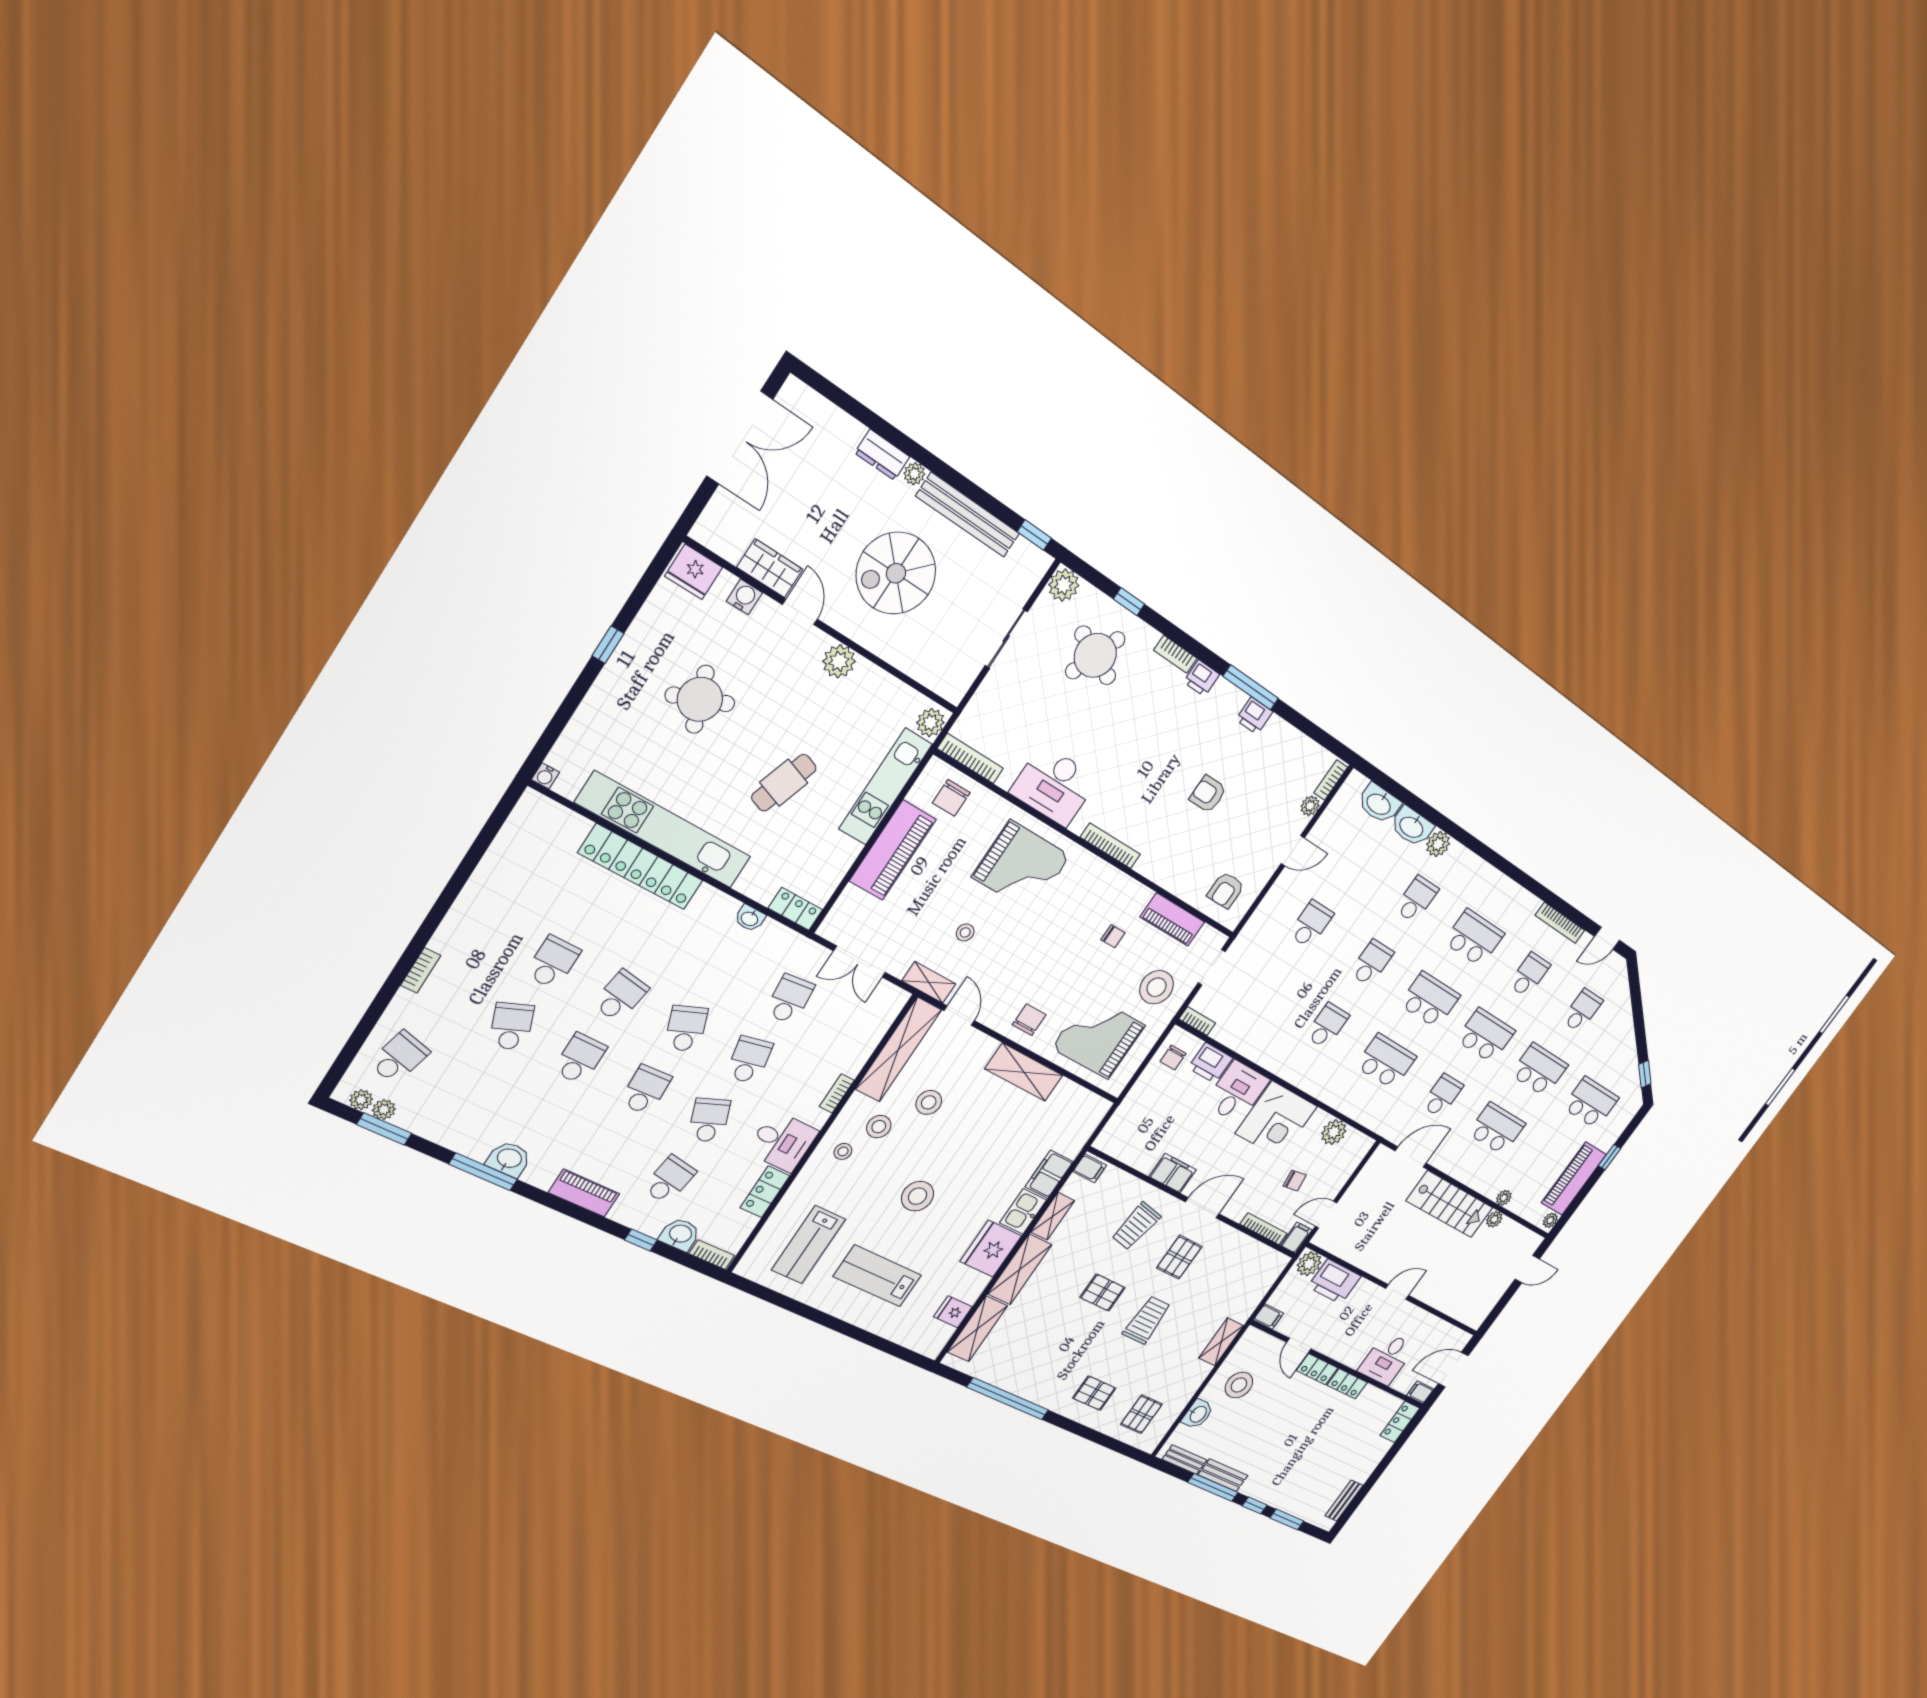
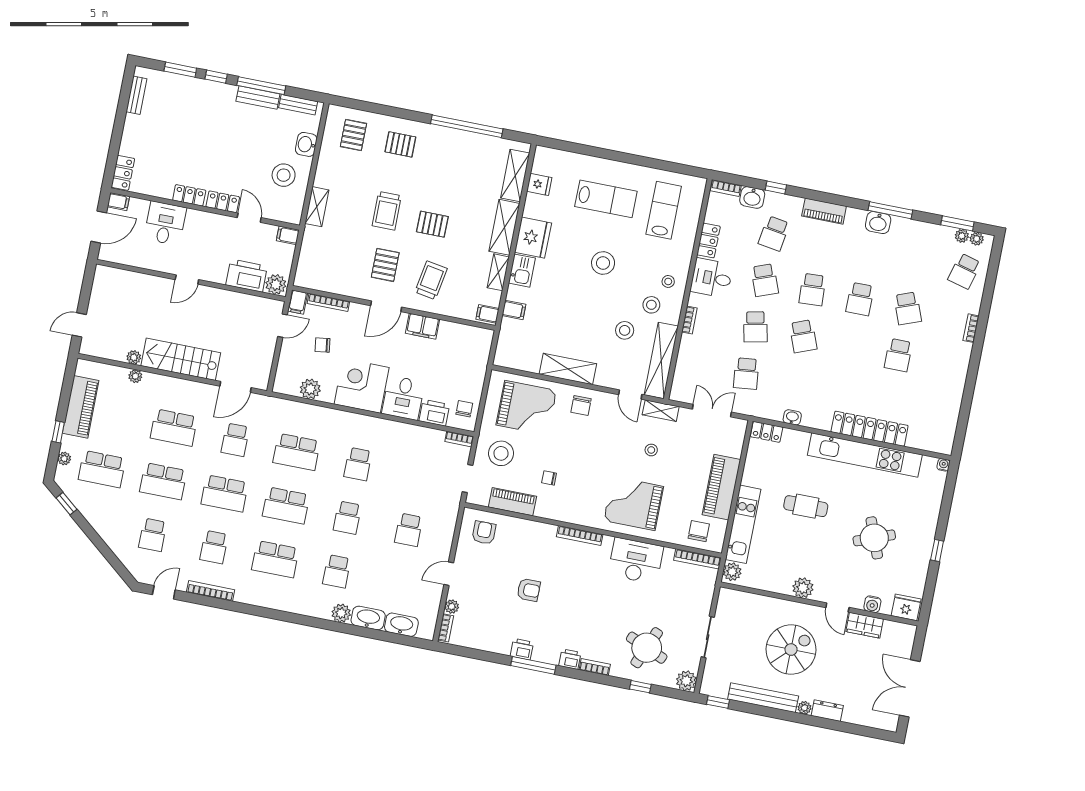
cafe table: (784, 783) -> (806, 506), turned 71
school desk: (621, 996) -> (851, 346), removed
filing cabinet: (1049, 1174) -> (514, 310), width x0.50
plant: (1550, 1220) -> (64, 459), moved

